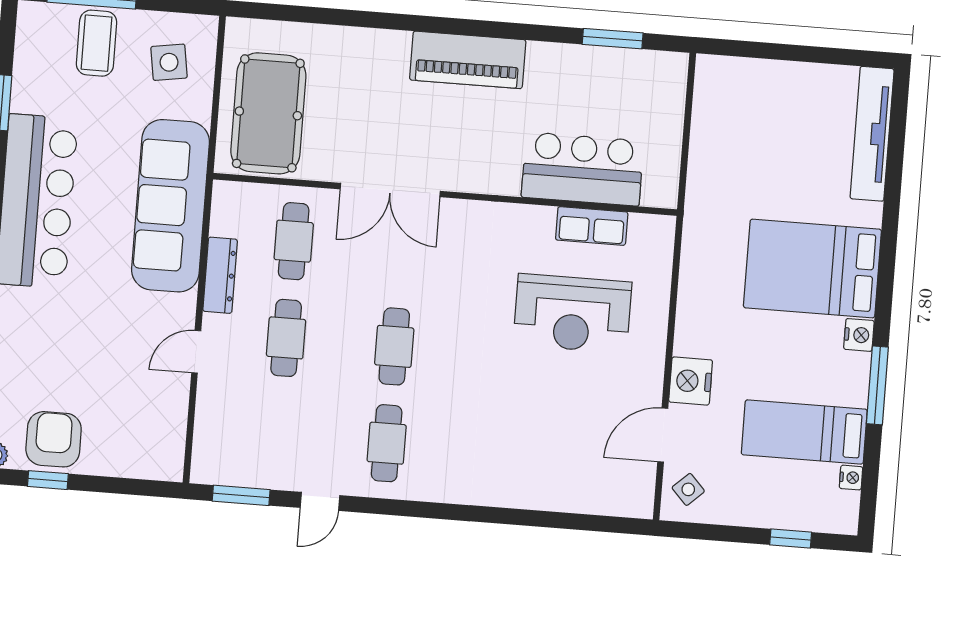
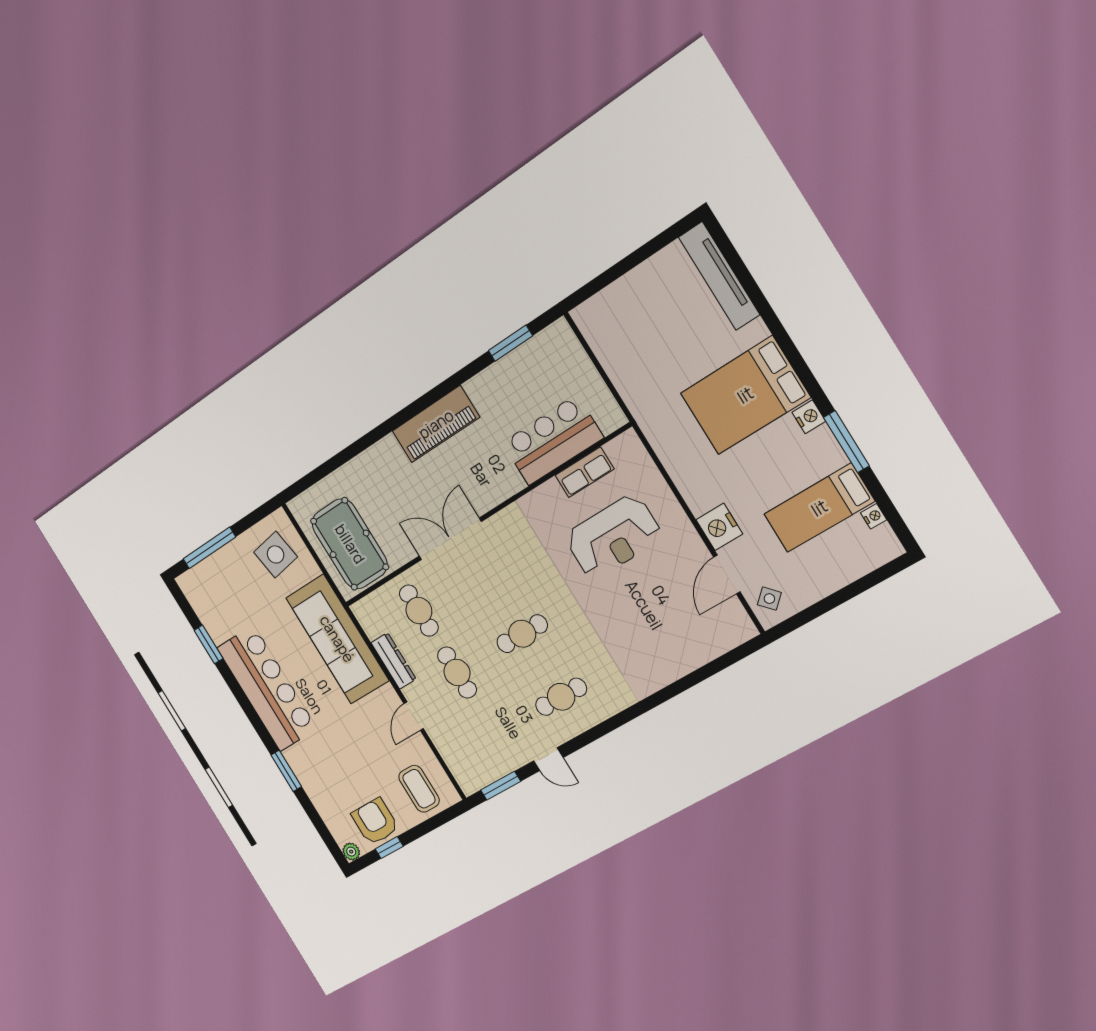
coffee table: (97, 43) -> (419, 789), moved
side table: (169, 62) -> (276, 554), width x1.37, depth x1.37
double door: (390, 190) -> (450, 539), swing flipped
cafe table: (394, 346) -> (522, 634), turned 90
cafe table: (387, 443) -> (561, 697), turned 90
door: (320, 501) -> (548, 759), hinge flipped
window: (791, 539) -> (862, 585), removed

